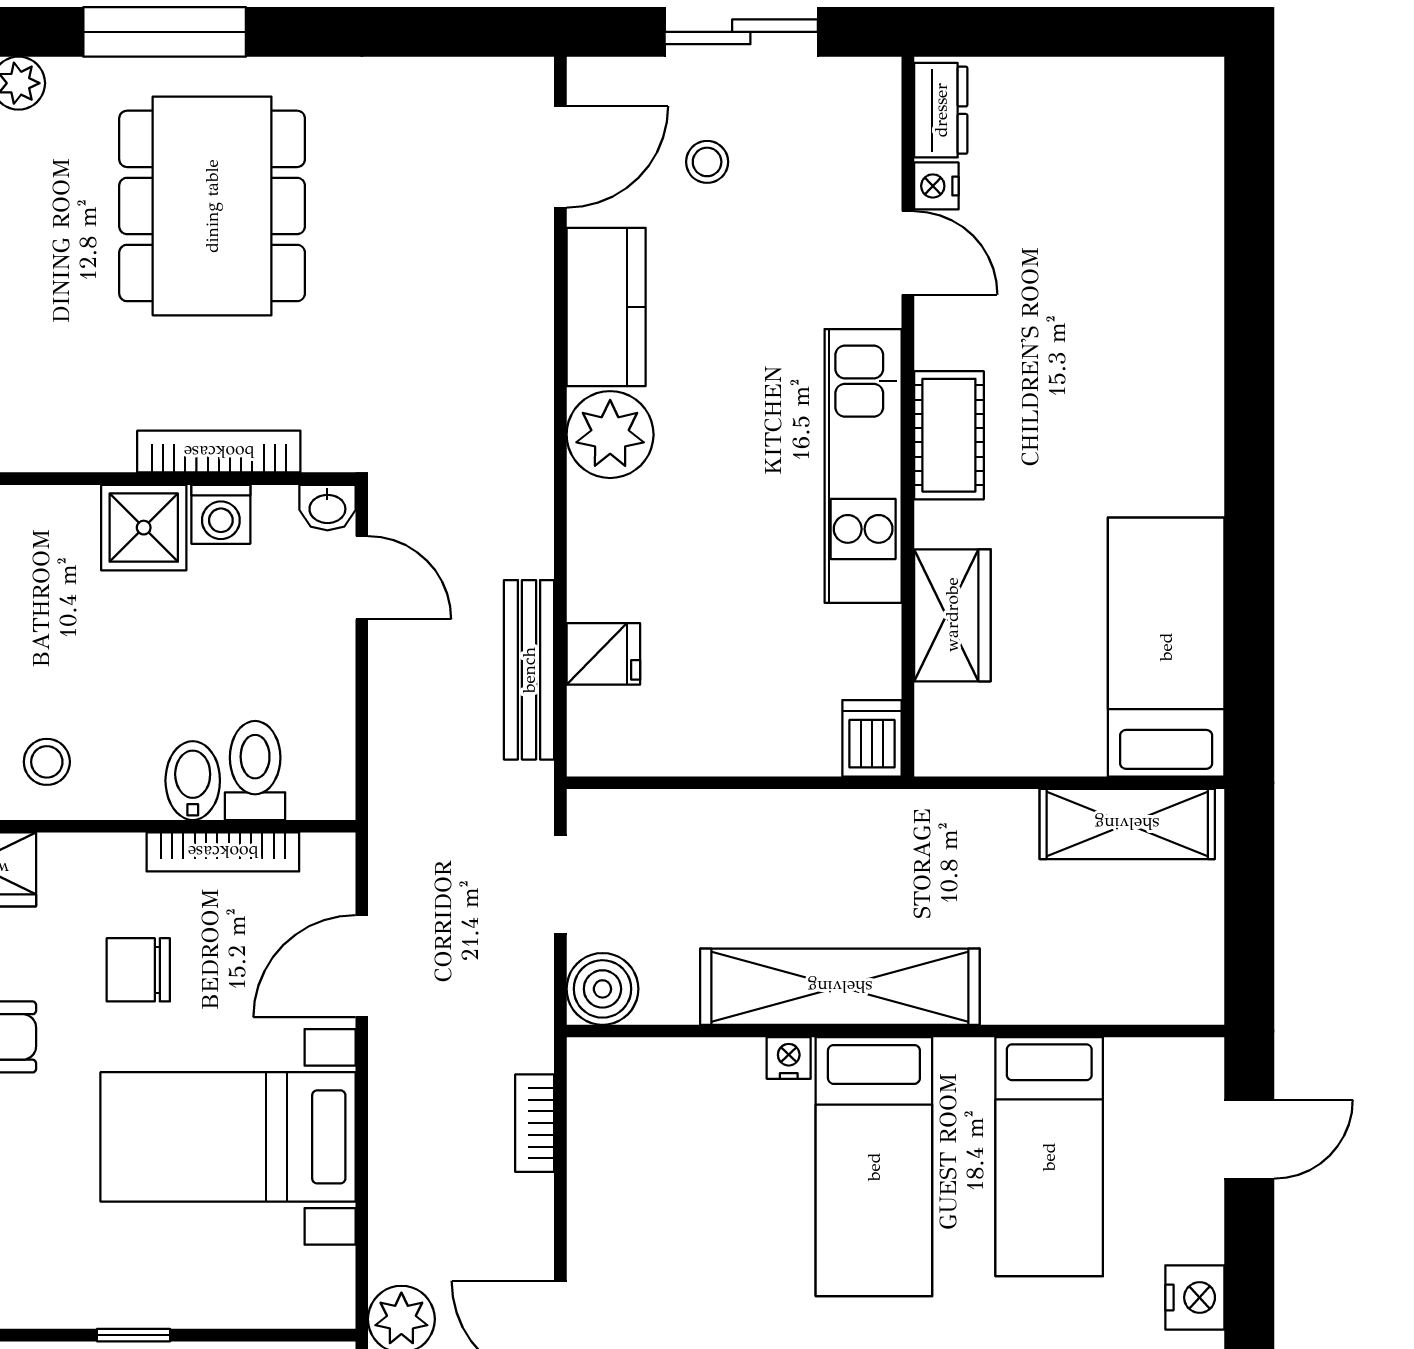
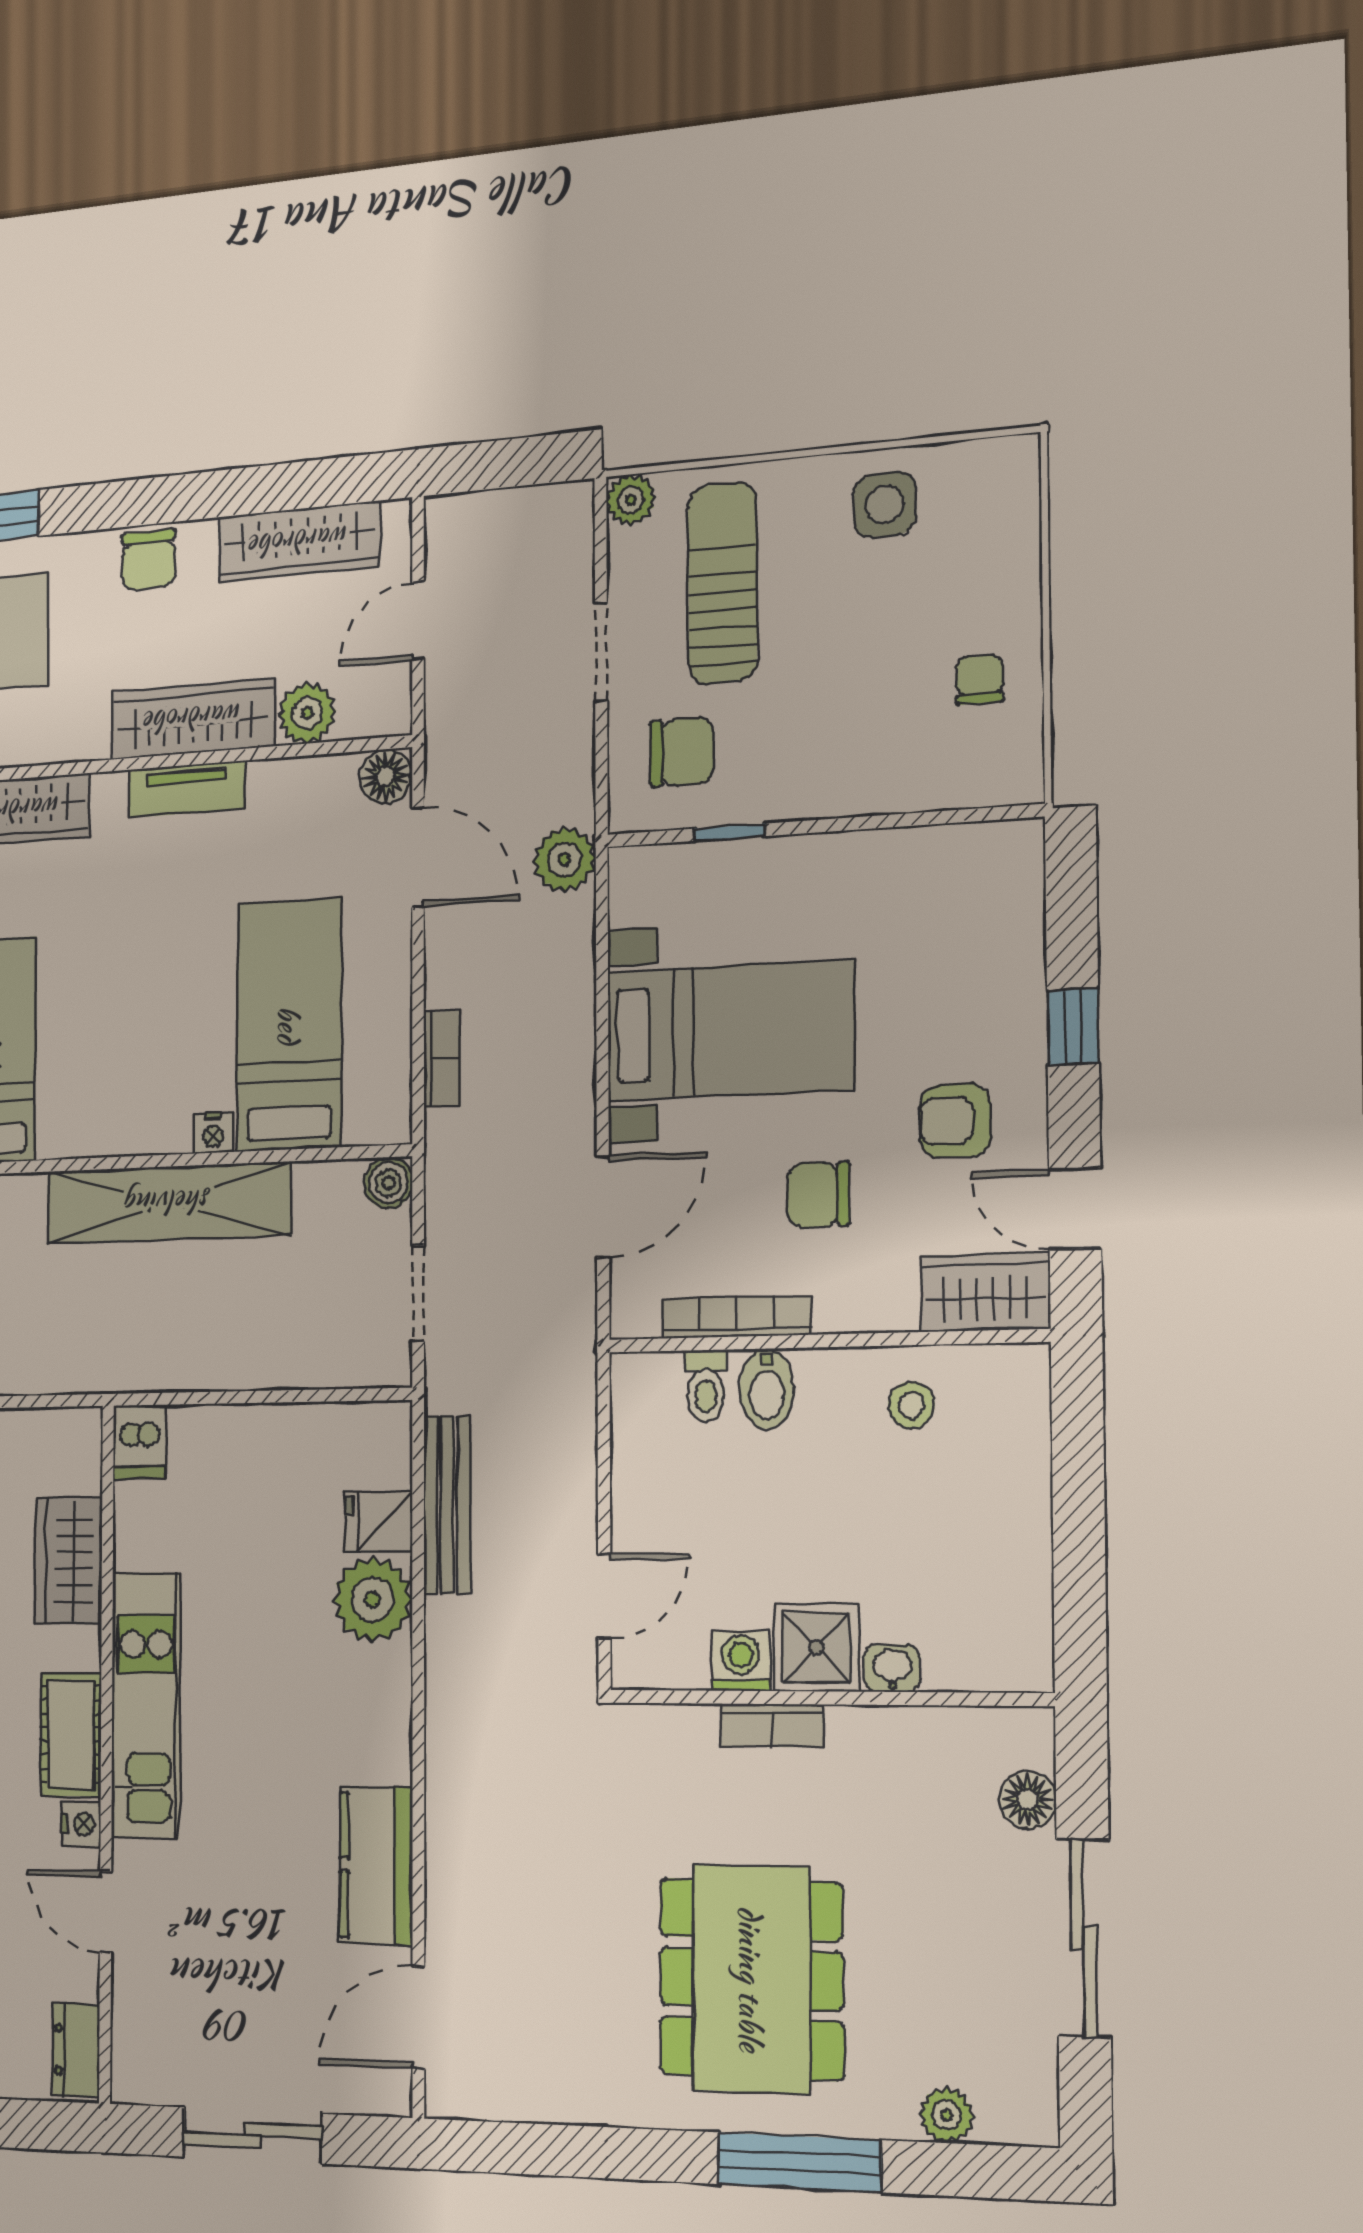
stool: (707, 162) -> (284, 2007), removed
nightstand: (936, 186) -> (81, 1824), moved
plant: (610, 435) -> (373, 1600), moved
bookcase: (219, 452) -> (772, 1725), width x0.64
washbasin: (327, 508) -> (892, 1668), moved
door: (362, 578) -> (604, 1596), swing flipped
toilet: (255, 770) -> (706, 1386), width x0.73, depth x0.72
chair: (138, 970) -> (819, 1195), turned 180
boiler: (602, 989) -> (388, 1183), width x0.73, depth x0.73
bed: (874, 1167) -> (289, 1025), moved
window: (134, 1335) -> (730, 832), moved

